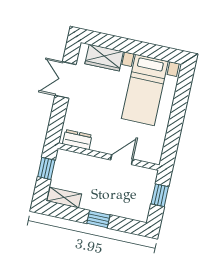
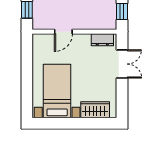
double door: (66, 80) -> (122, 64), moved

